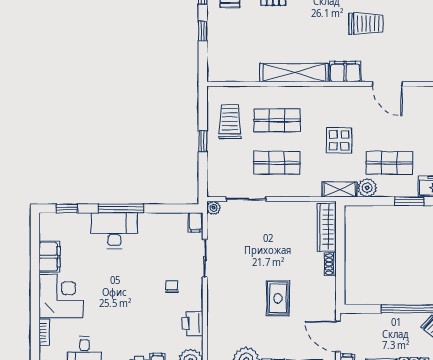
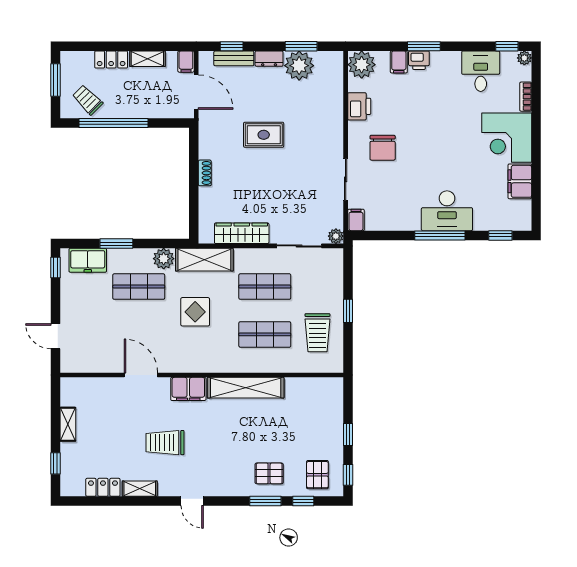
shelving: (339, 189) -> (204, 260), width x1.50, depth x1.33
wardrobe: (327, 227) -> (242, 233), moved, turned -90
chair: (172, 287) -> (383, 148), width x1.87, depth x1.87
rug: (278, 298) -> (264, 135), turned 90

